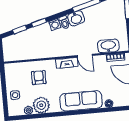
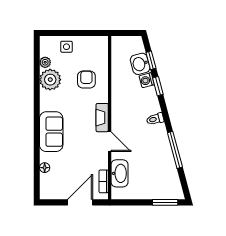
washbasin: (76, 18) -> (140, 64), moved
washing machine: (55, 24) -> (147, 80), moved
door: (85, 56) -> (110, 142), swing flipped
armchair: (39, 78) -> (86, 79), turned -90
sofa: (81, 101) -> (51, 132), width x0.73

